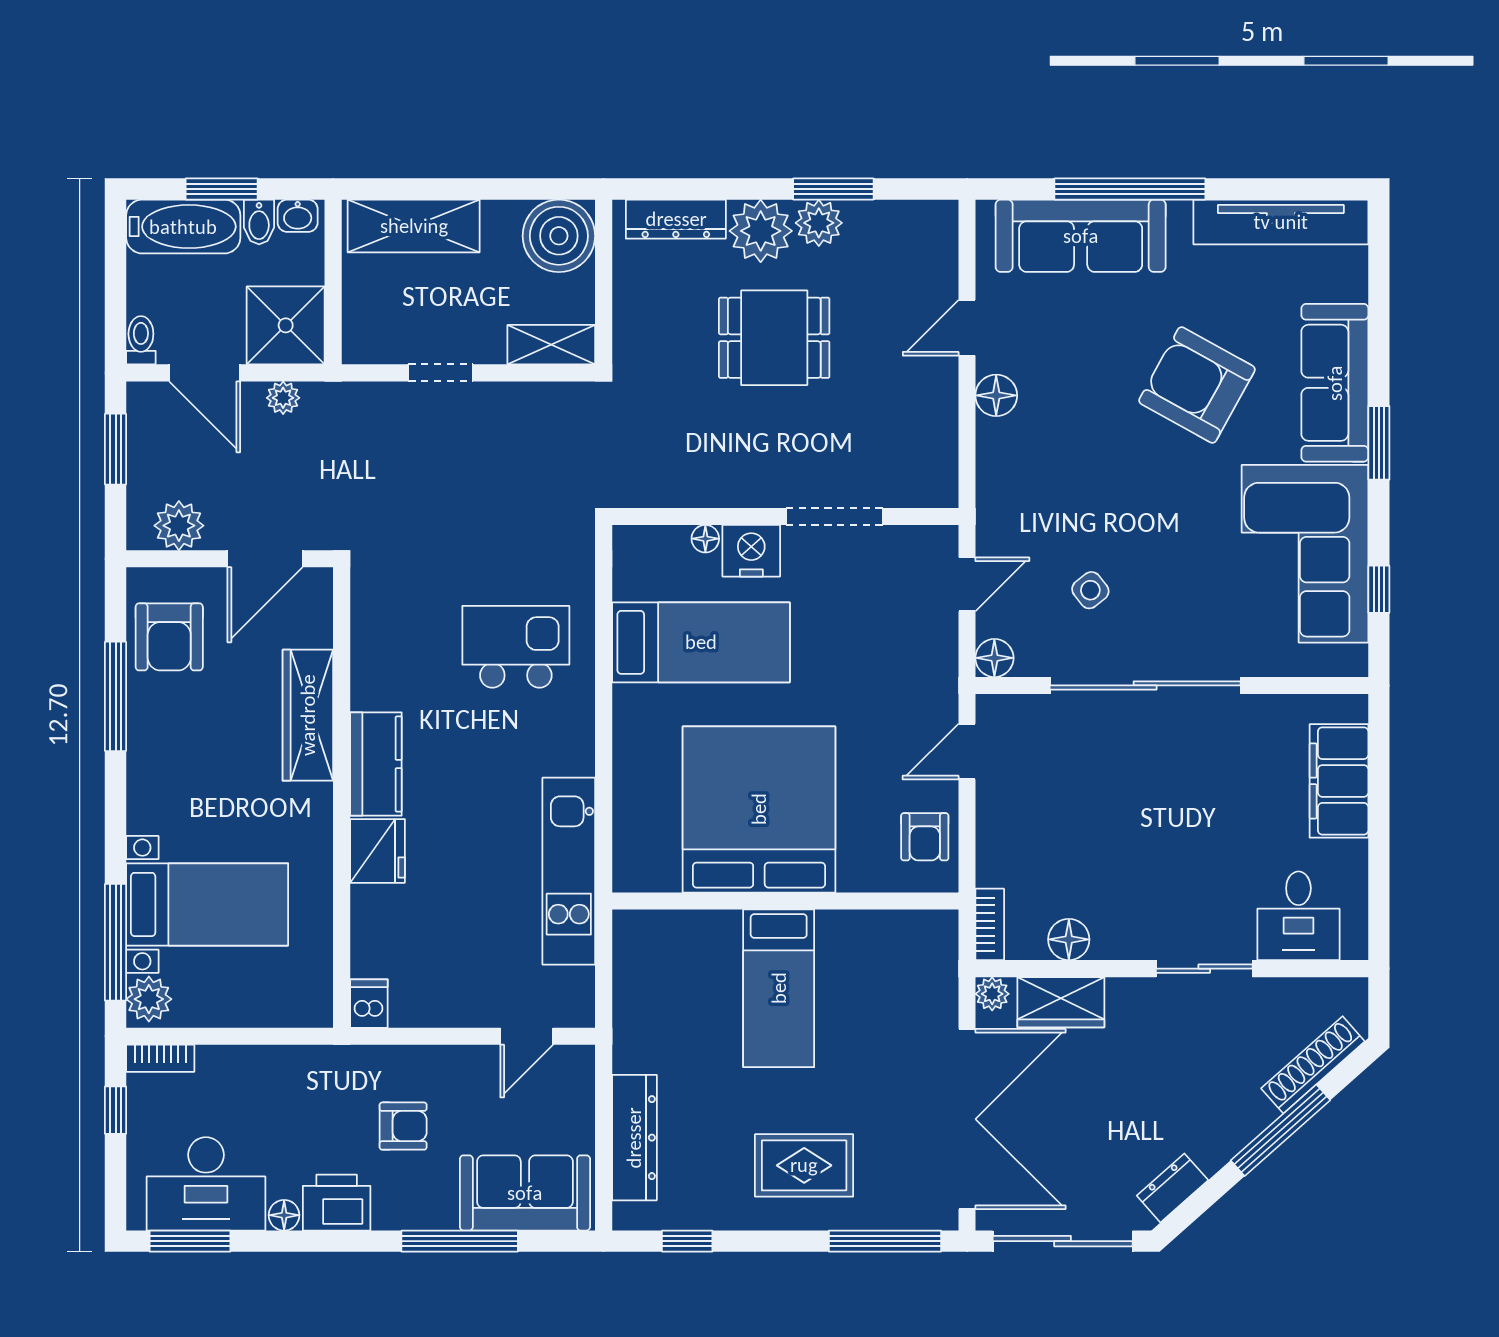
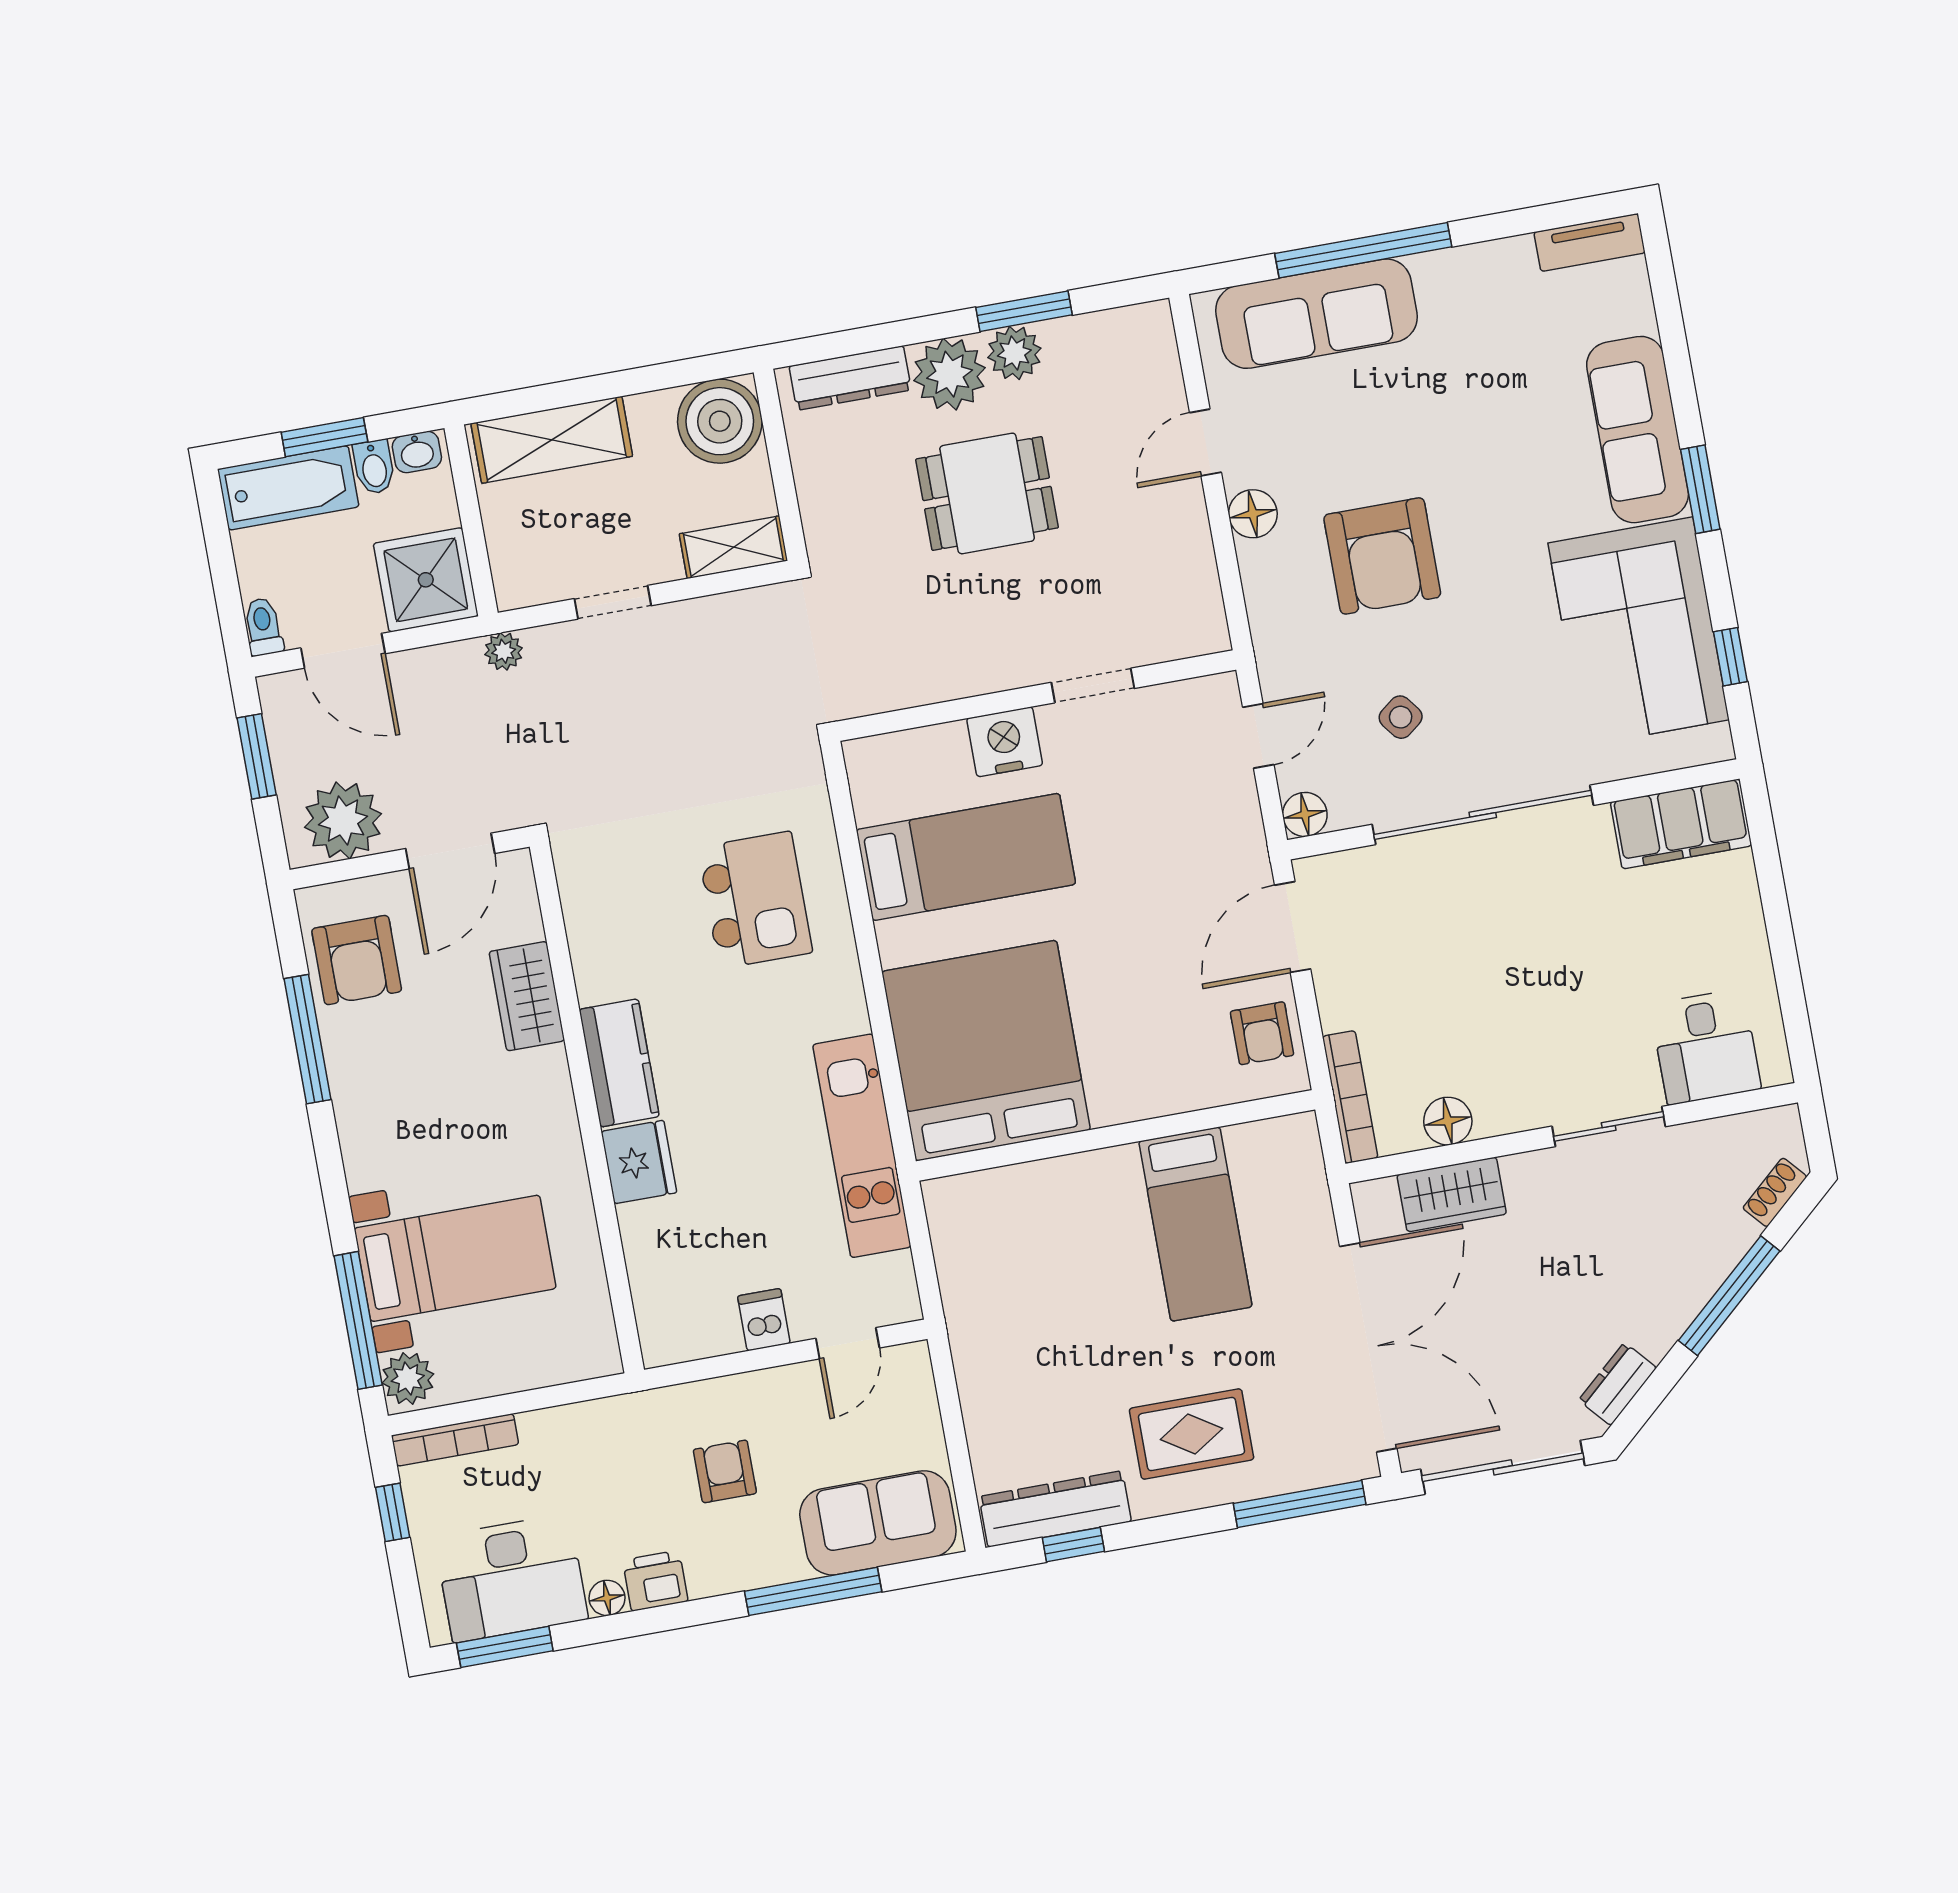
tv unit: (1281, 222) -> (1590, 242), width x0.52, depth x0.78
armchair: (1197, 385) -> (1382, 556), moved, turned -119
plant: (283, 398) -> (504, 651), moved
doorway: (835, 516) -> (1093, 685), width x0.73
plant: (179, 526) -> (343, 821), width x1.36, depth x1.36
floor lamp: (705, 539) -> (950, 737), removed
kitchen island: (516, 647) -> (755, 900), turned 90
wardrobe: (308, 715) -> (527, 996), width x0.67
door: (967, 752) -> (1293, 927), width x1.38
filing cabinet: (1339, 781) -> (1681, 824), moved, turned -90
bed: (759, 809) -> (986, 1051), moved
bookcase: (990, 924) -> (1350, 1097), width x1.56
bed: (779, 988) -> (1195, 1224), moved
plant: (992, 994) -> (1371, 1199), removed
dishwasher: (369, 1004) -> (764, 1320), moved
bookcase: (160, 1058) -> (455, 1440), width x1.56
shoe rack: (1313, 1065) -> (1775, 1192), width x0.51, depth x0.81
armchair: (403, 1126) -> (725, 1471), turned -90
dresser: (634, 1138) -> (1055, 1509), moved, turned -90
printer: (337, 1203) -> (655, 1581), width x0.73, depth x0.81

